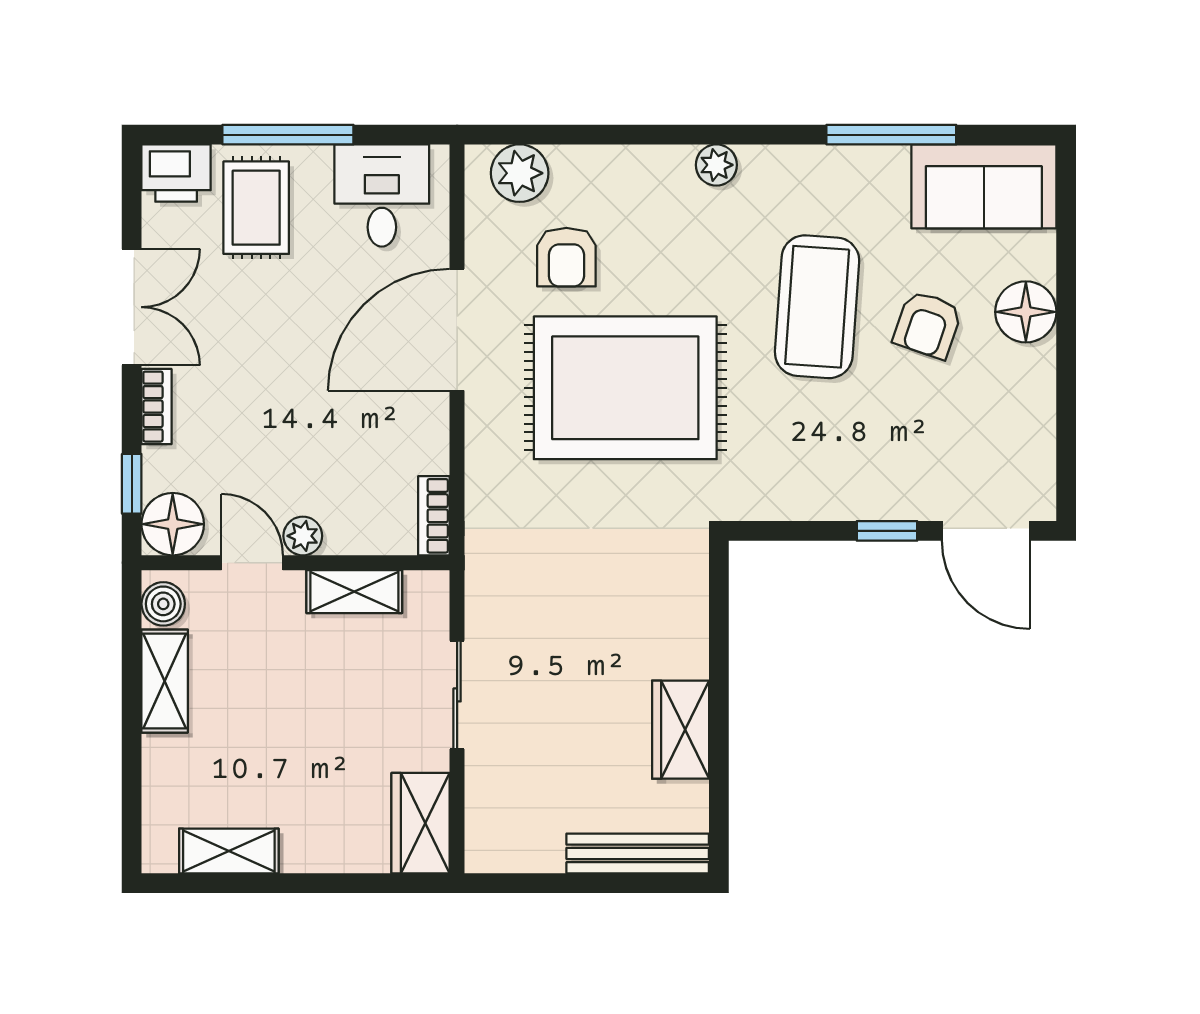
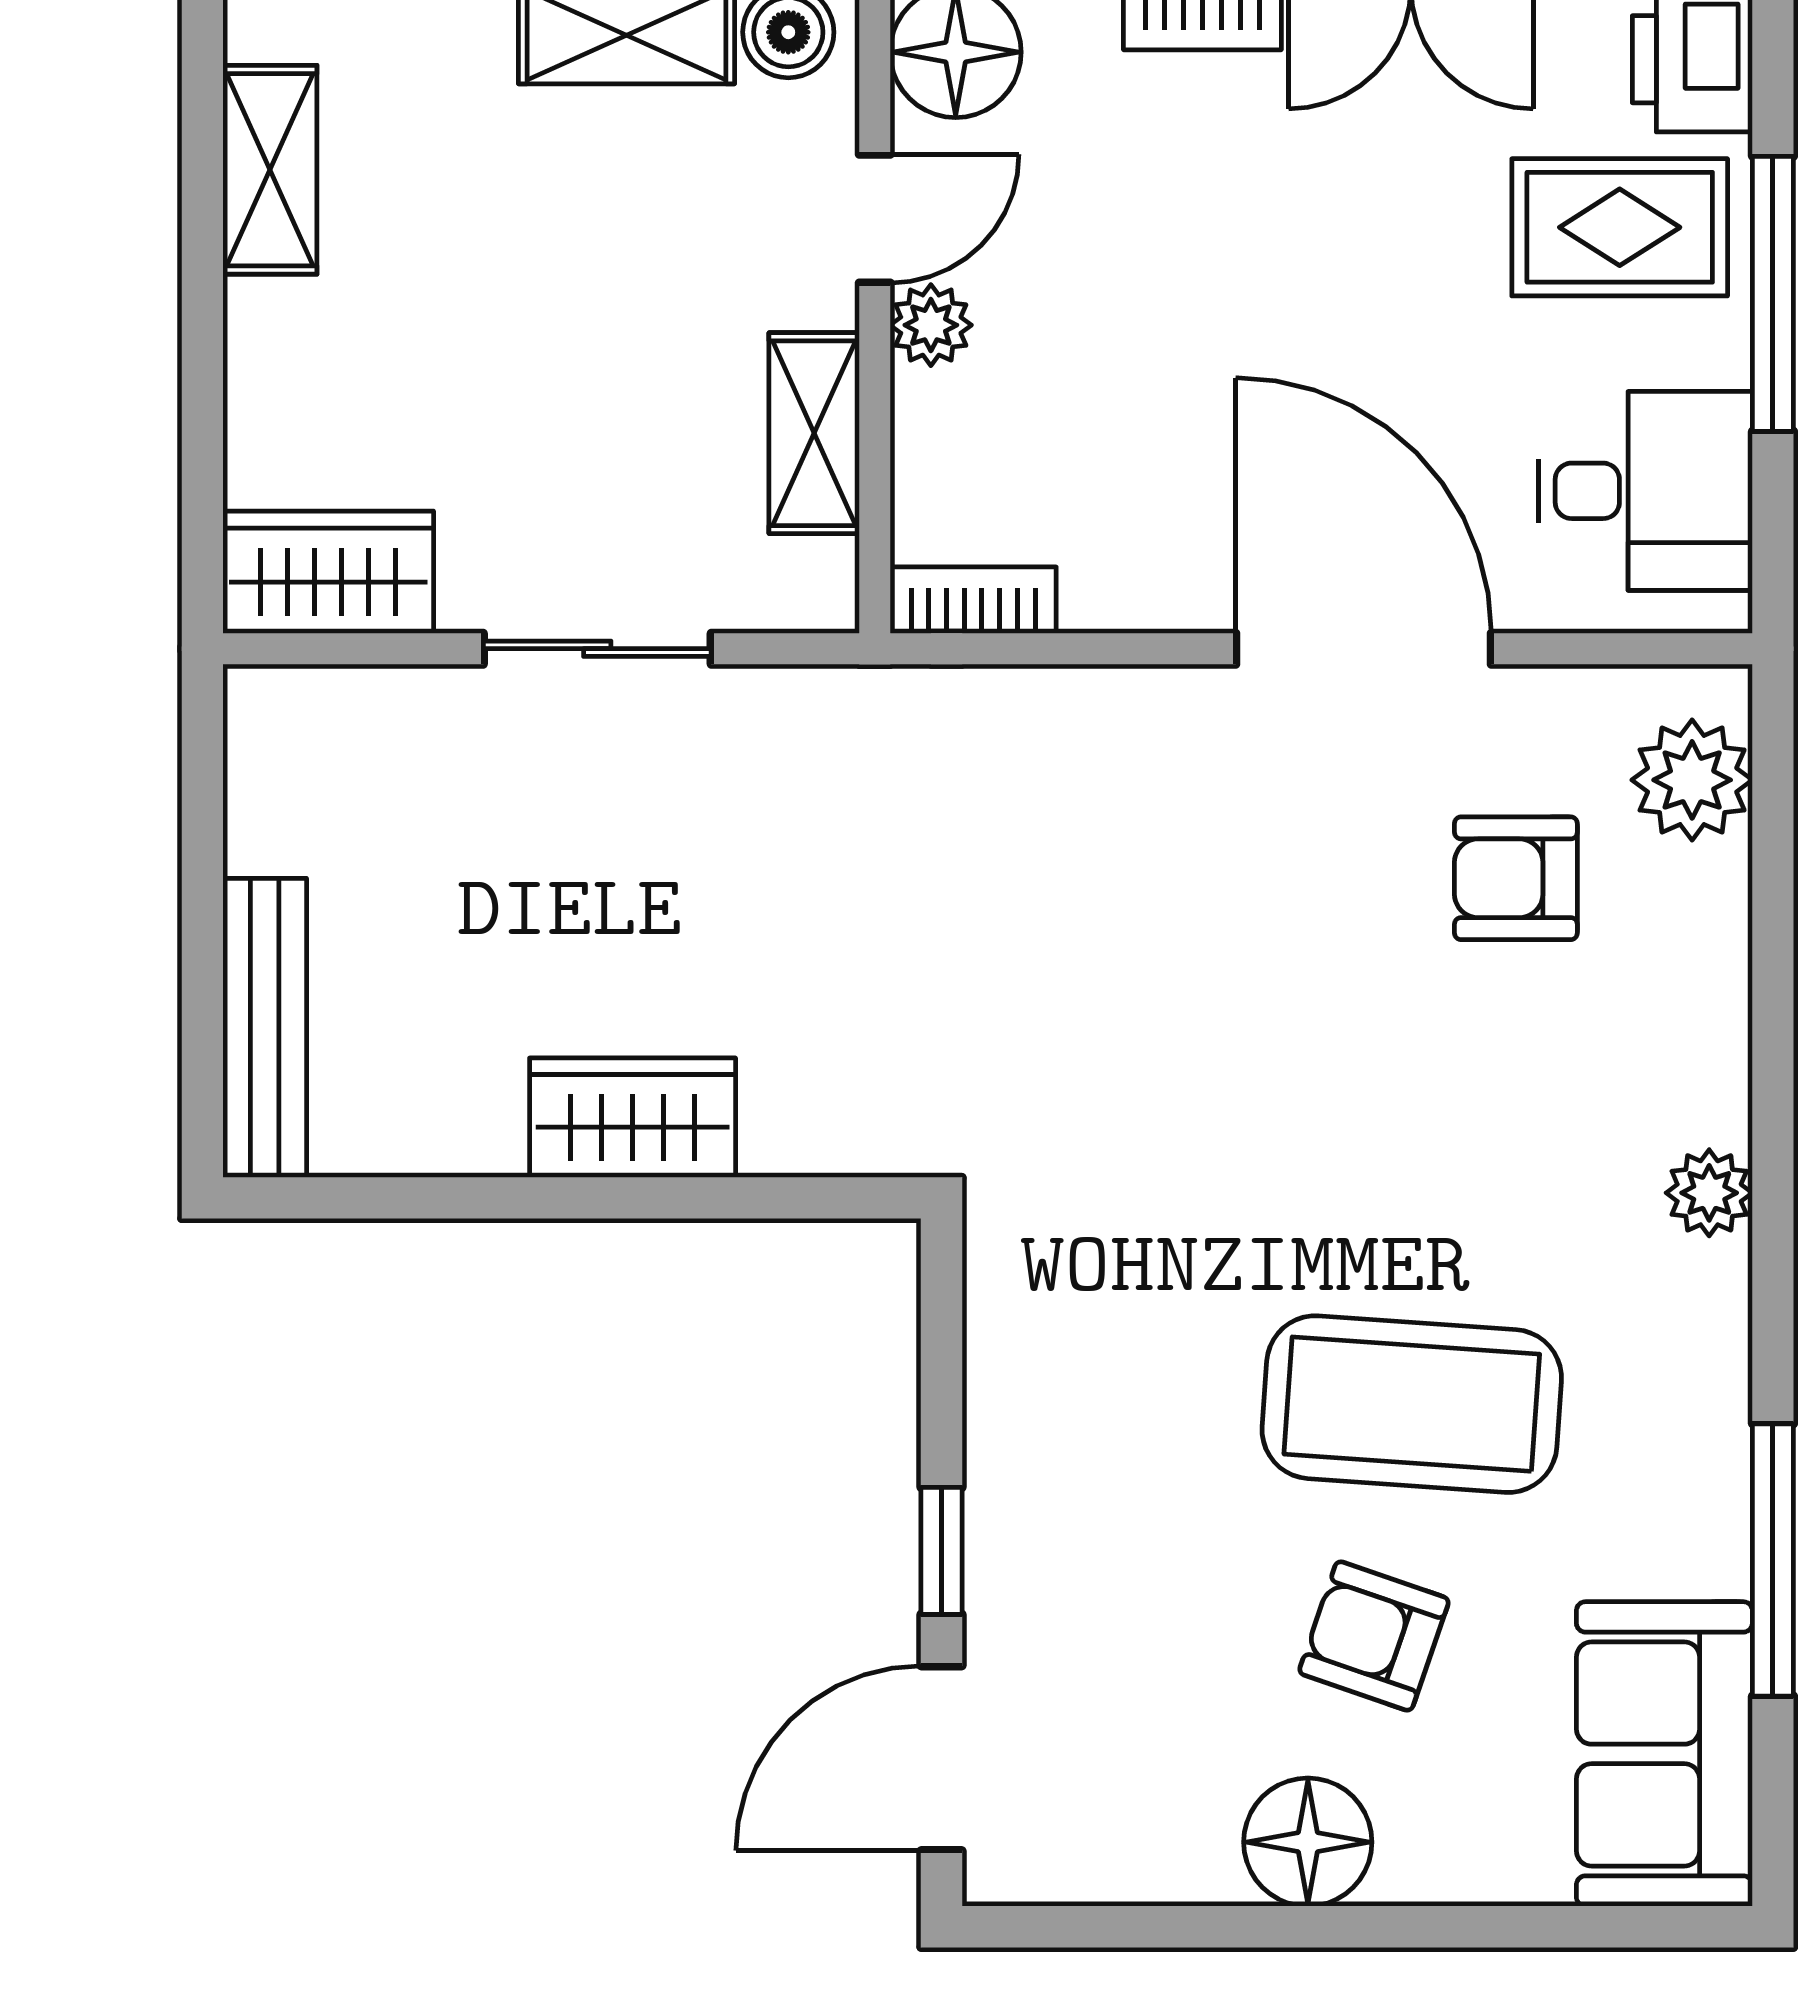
floor lamp: (1026, 312) -> (1308, 1842), moved
rug: (625, 388) -> (1242, 1002), removed
wardrobe: (681, 730) -> (633, 1118), moved

